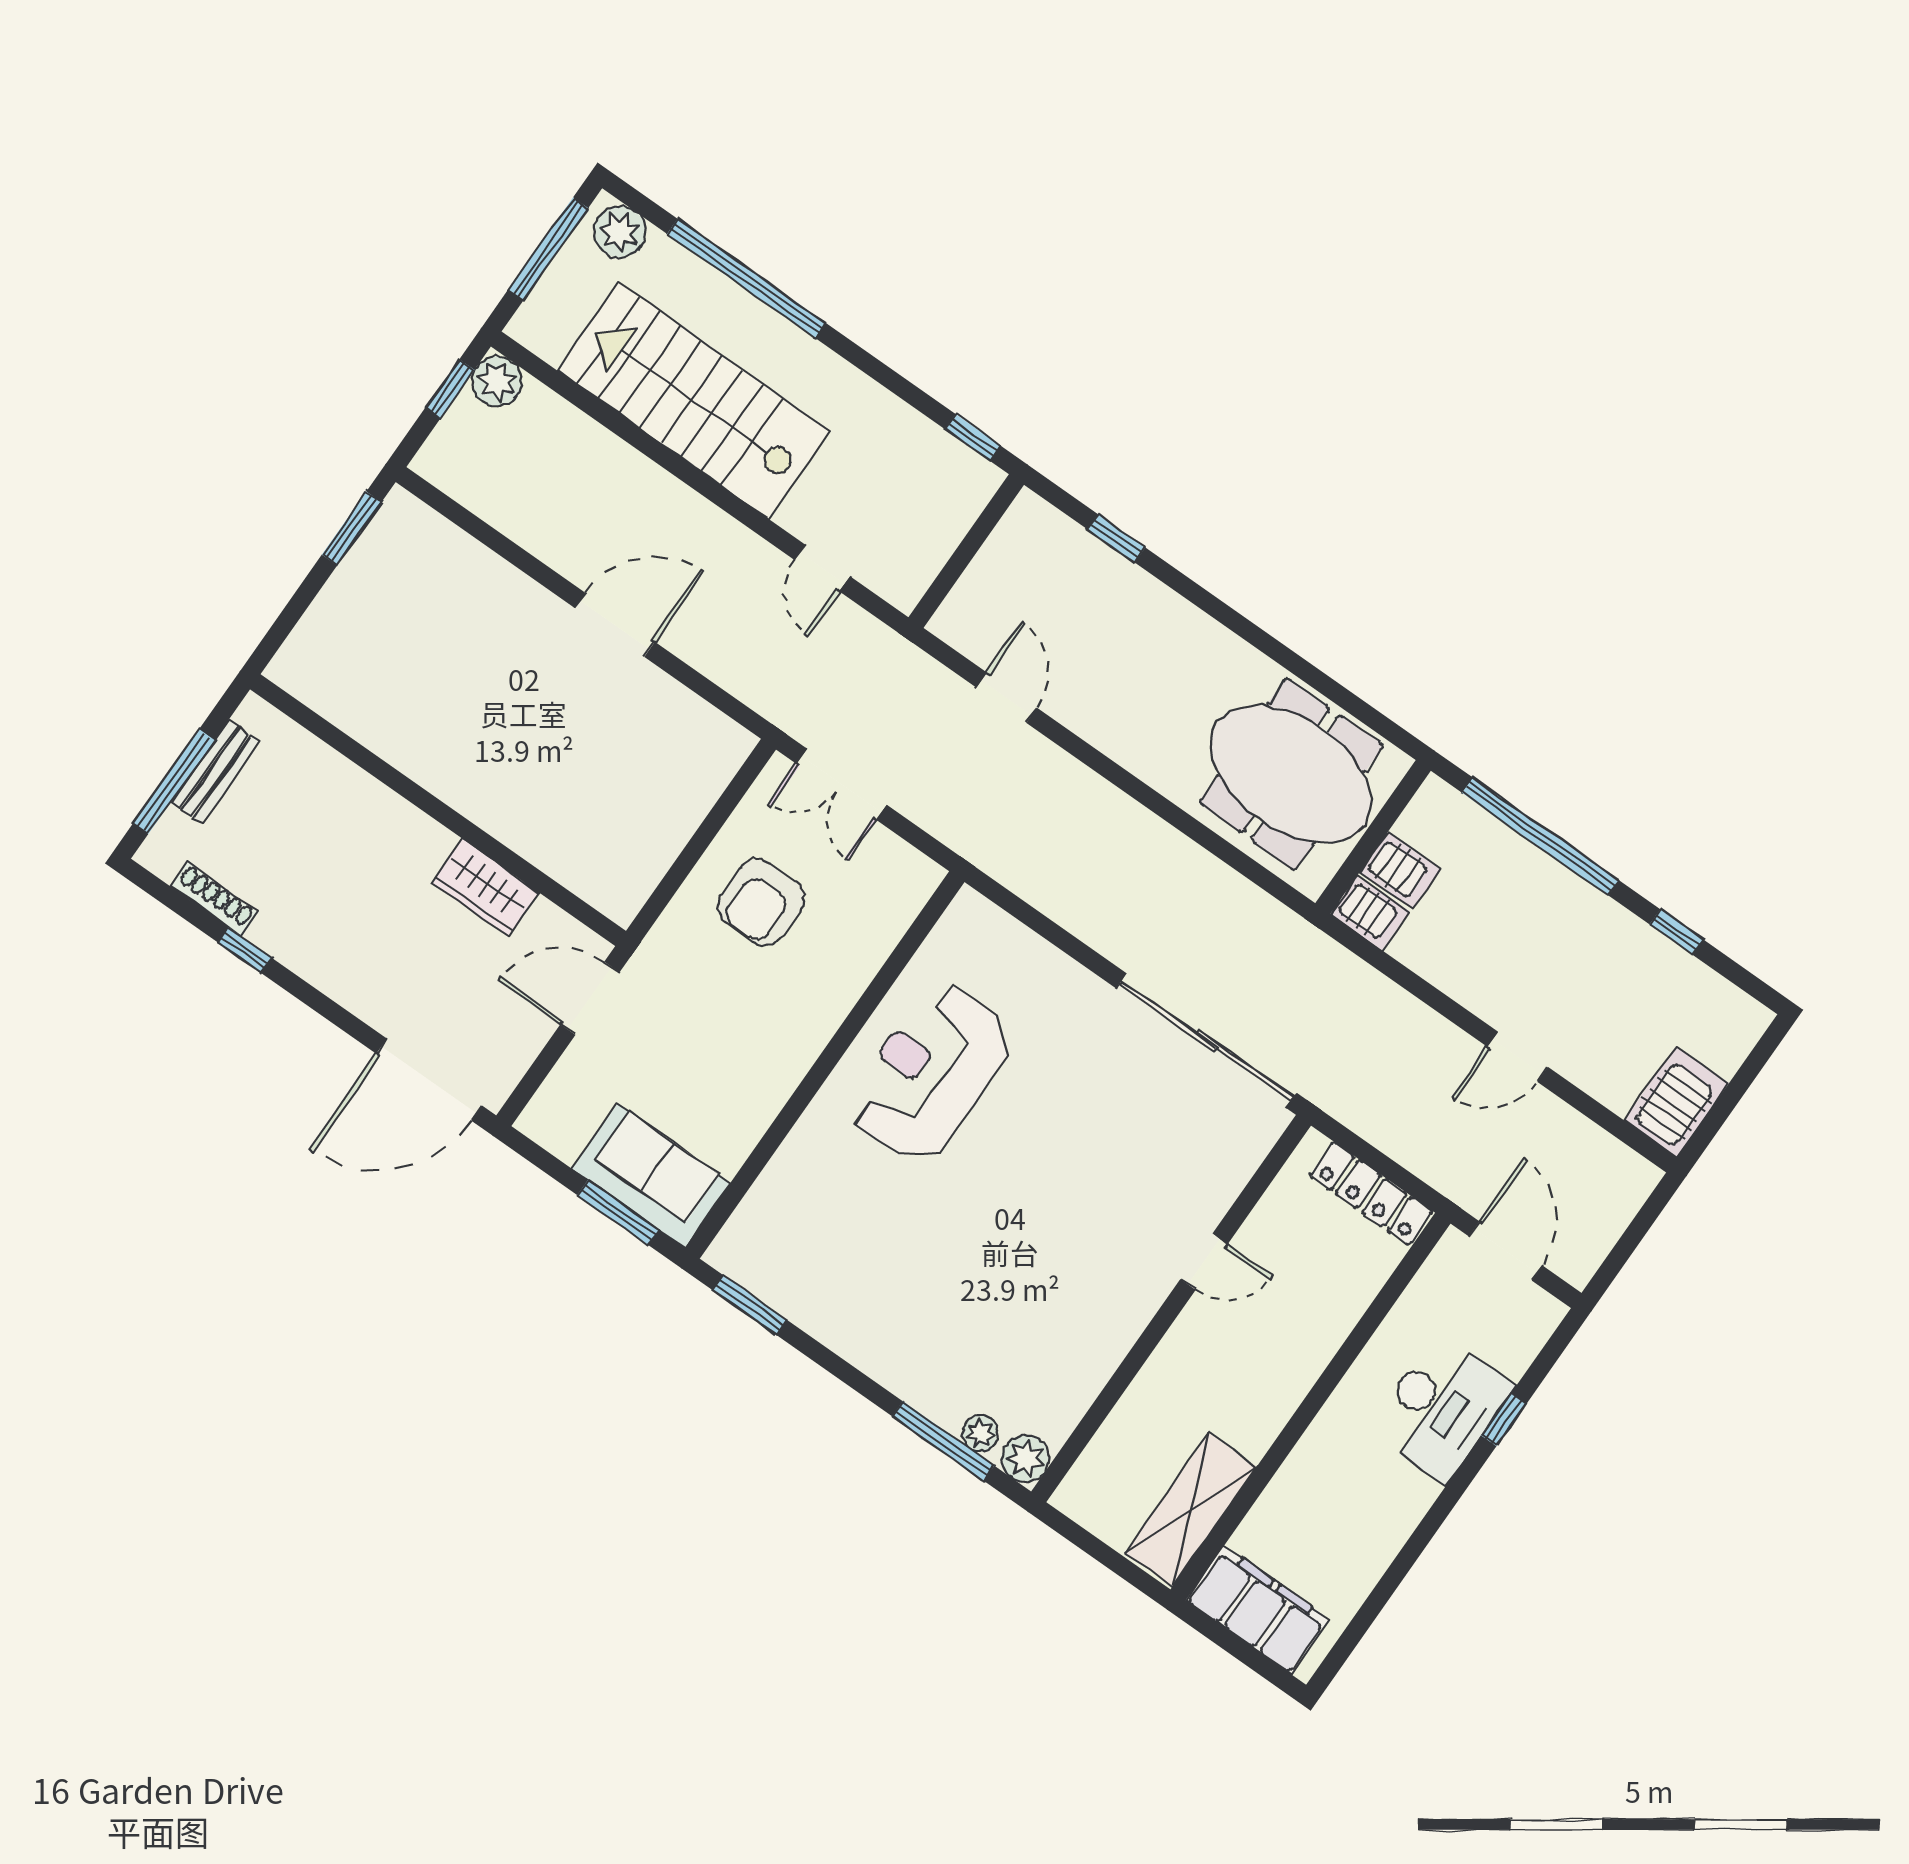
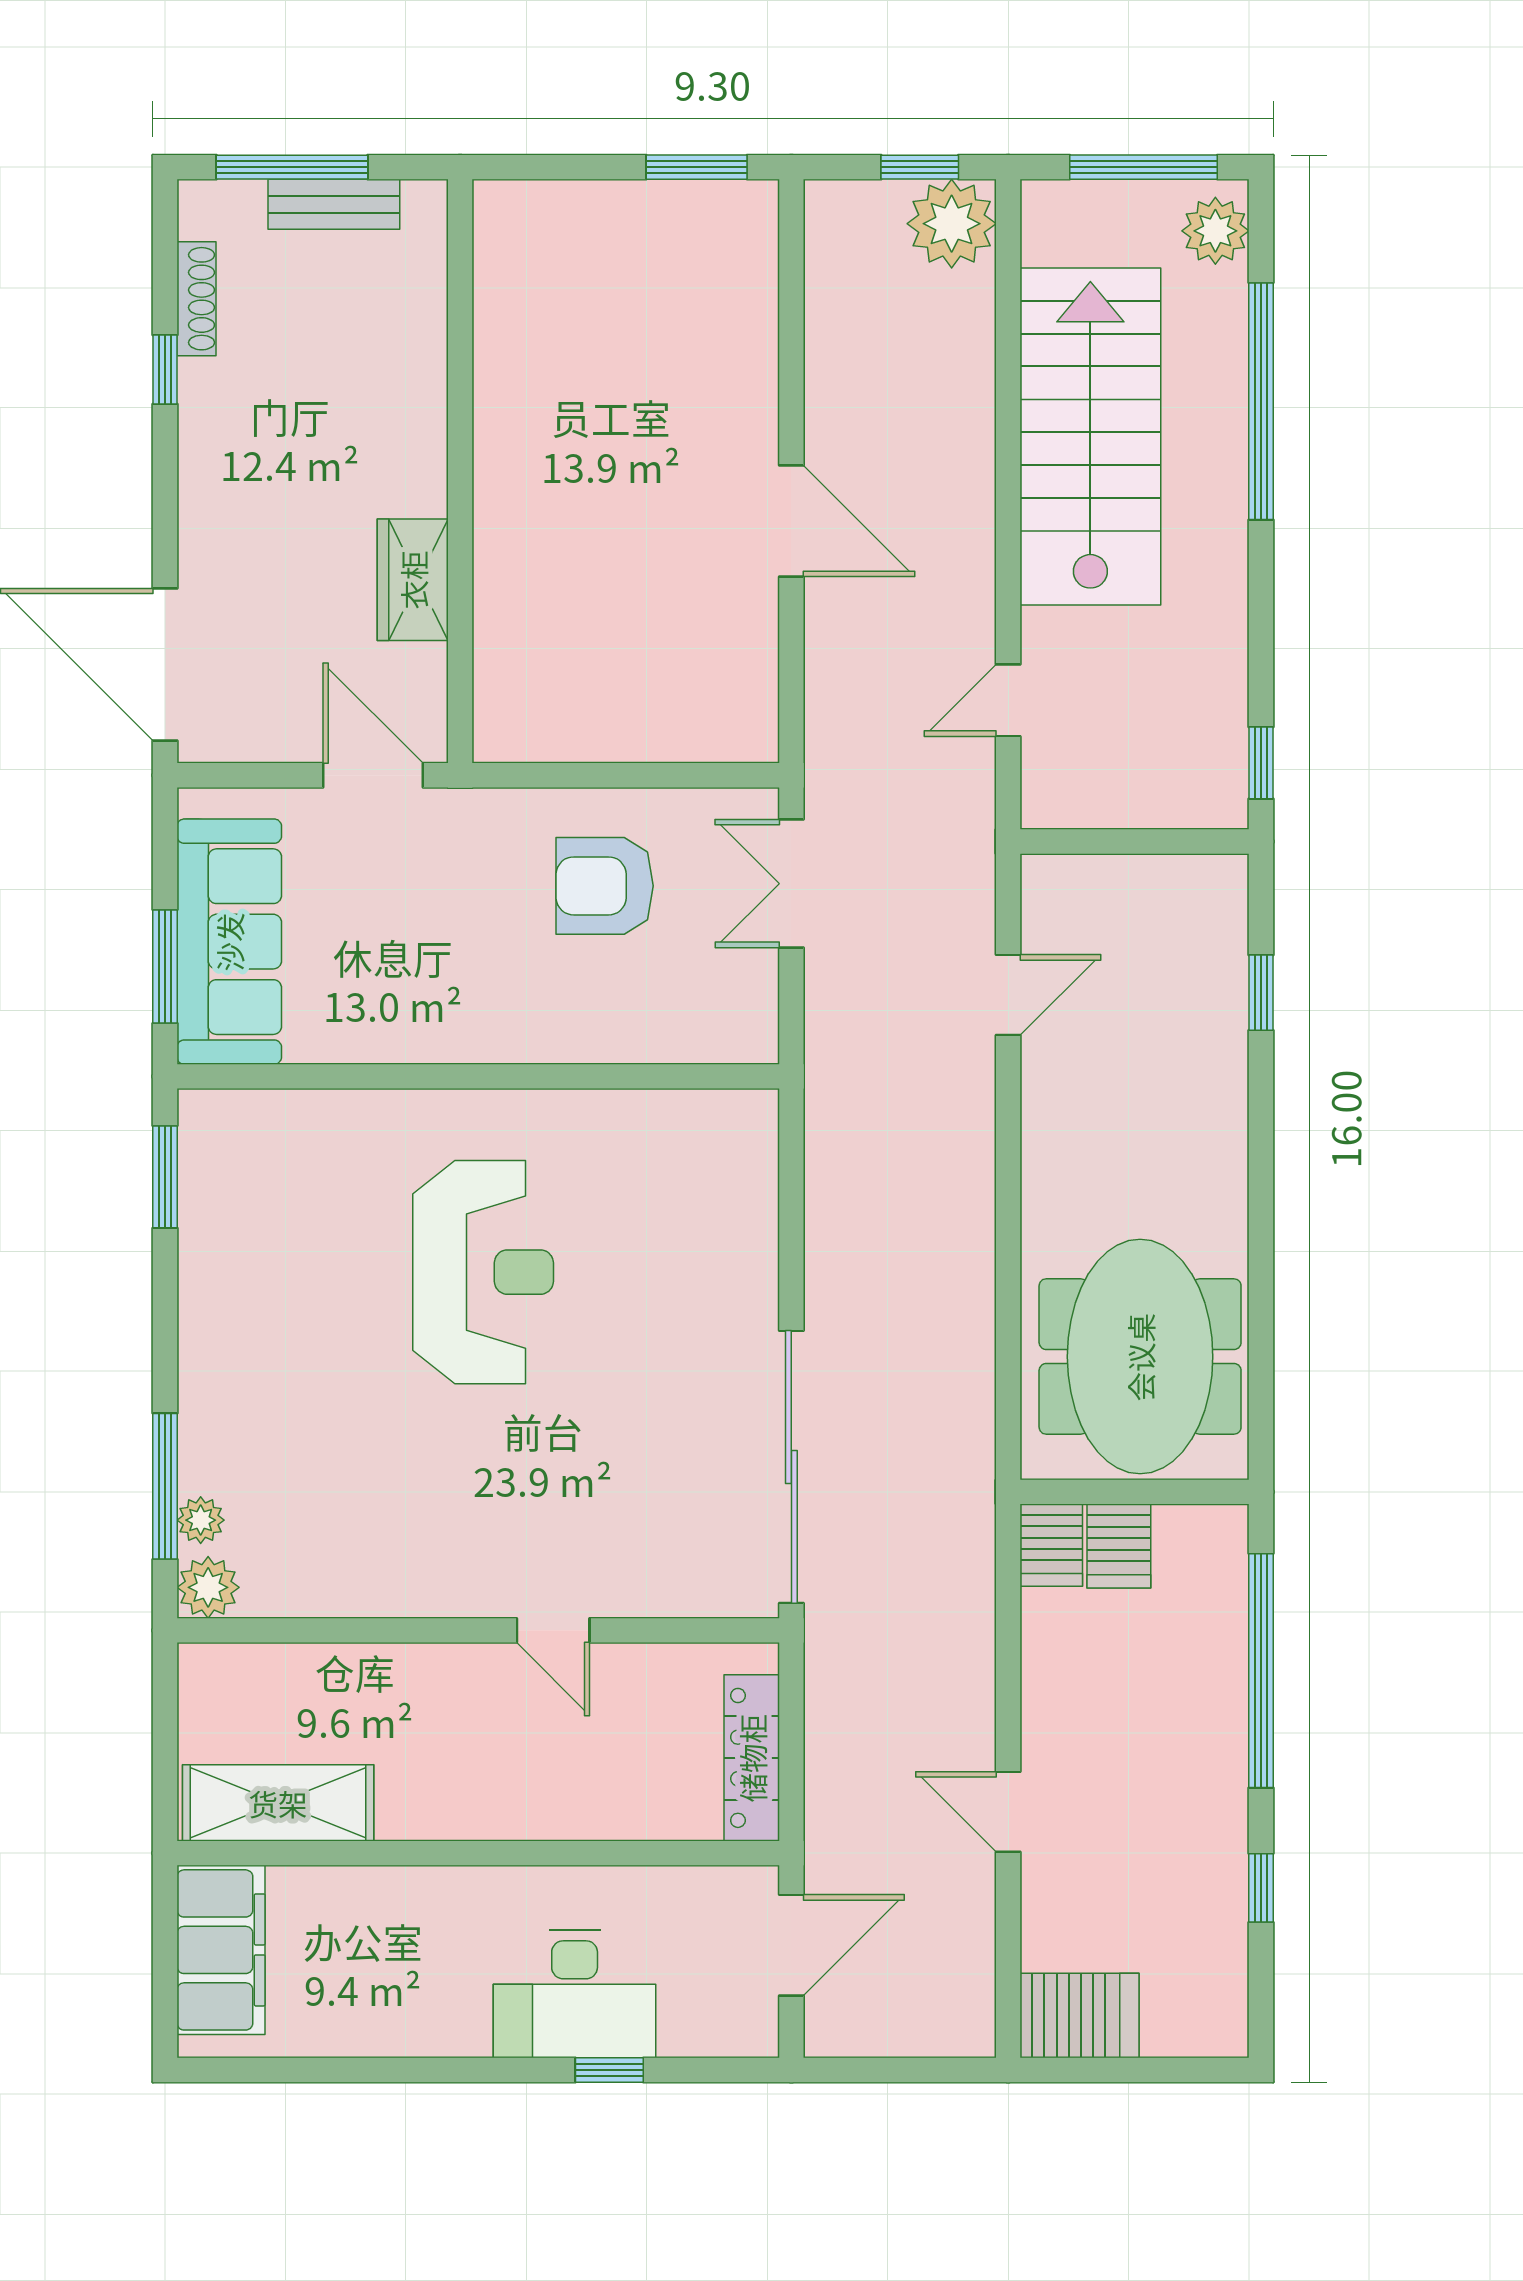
plant: (497, 381) -> (952, 224), width x1.36, depth x1.36
reception desk: (930, 1073) -> (483, 1272), moved, turned 90
sofa: (651, 1176) -> (229, 942), width x1.36

